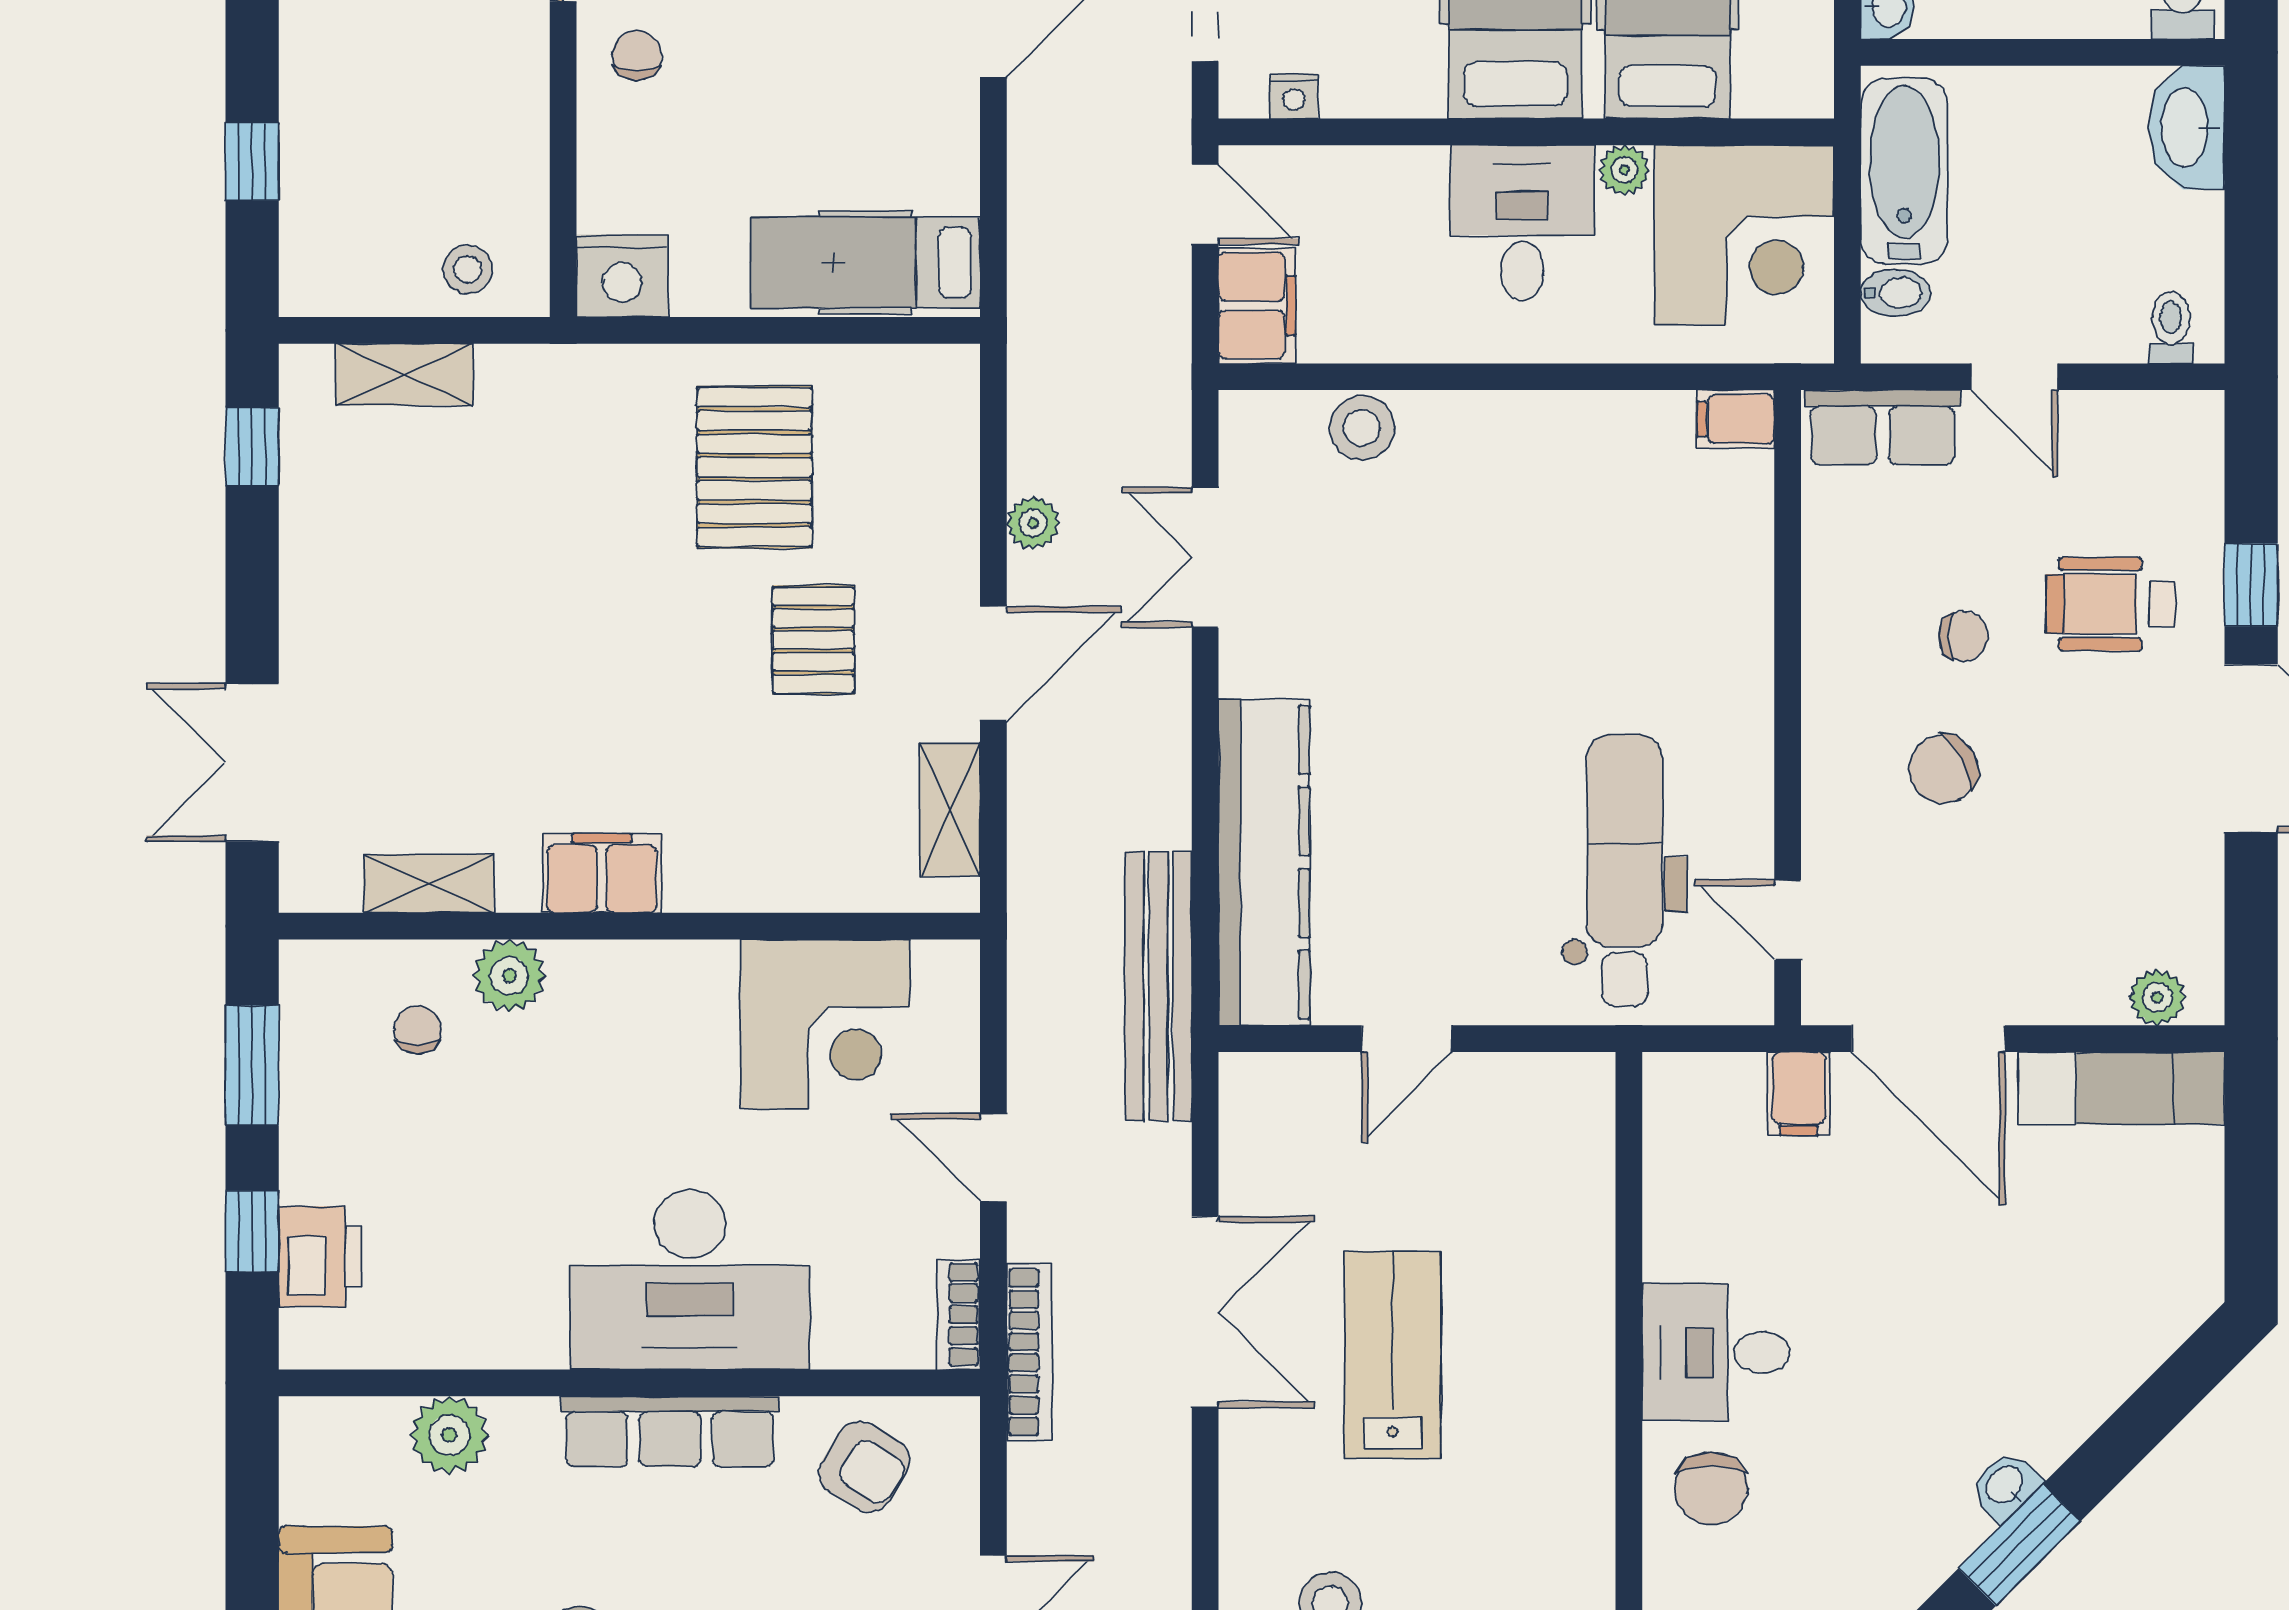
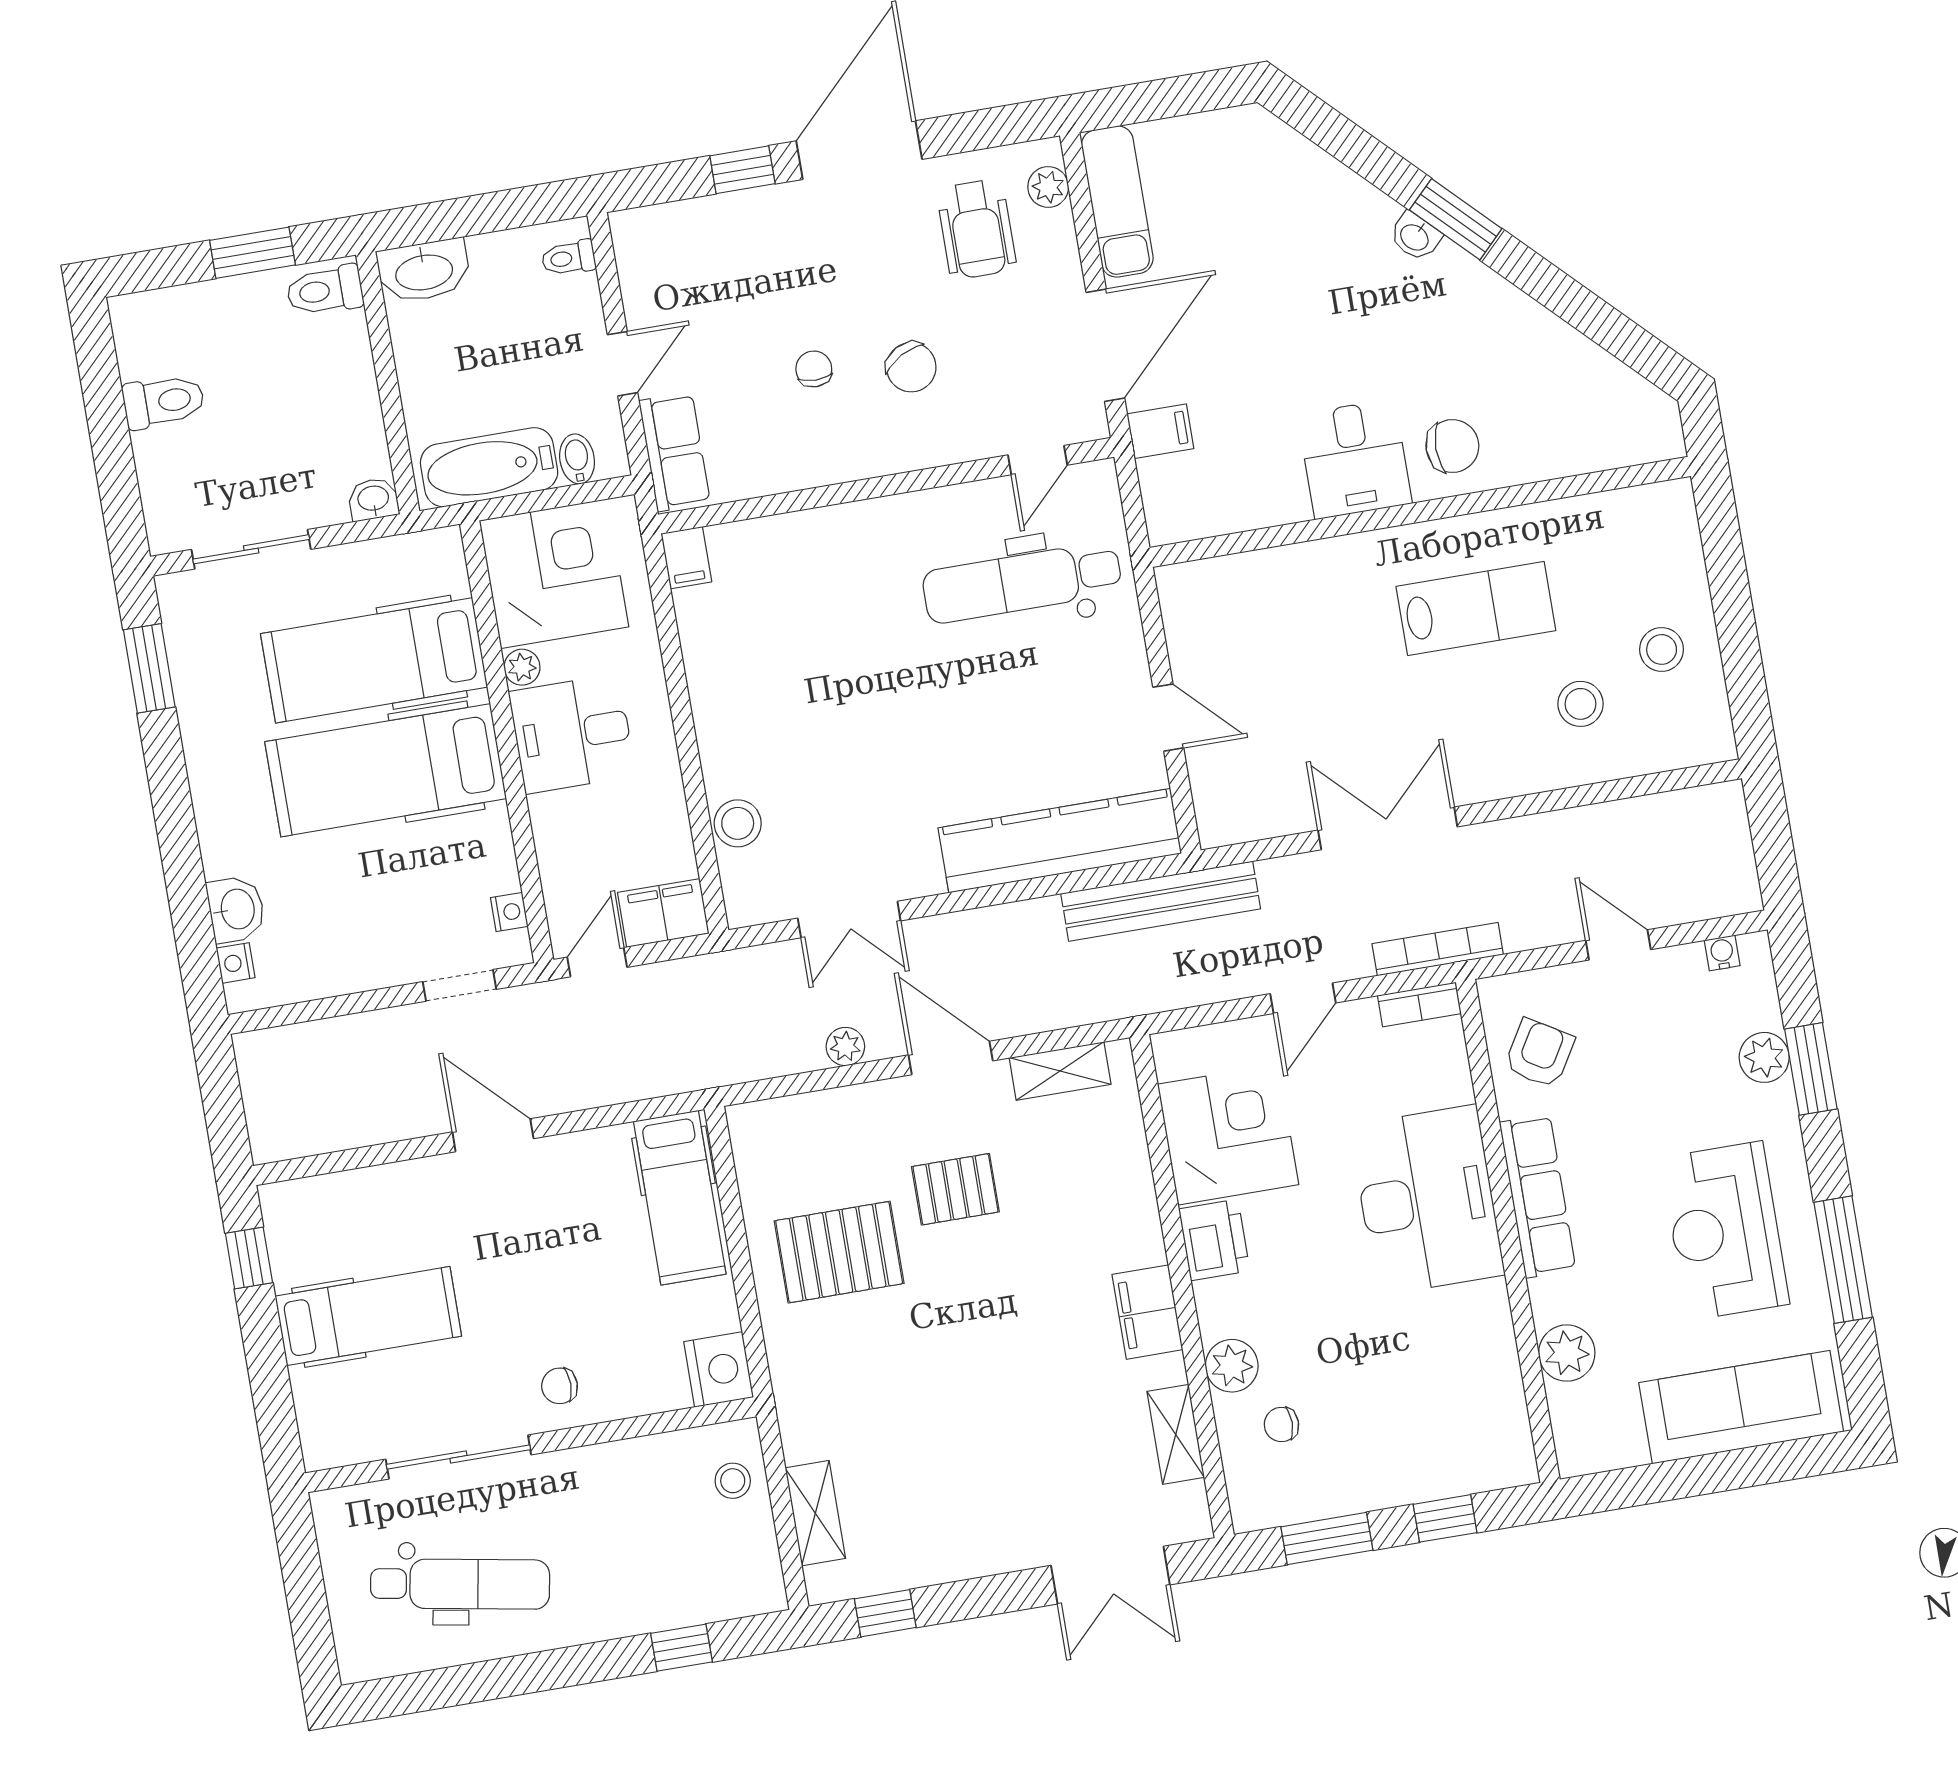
wheelchair: (2111, 604) -> (976, 229), moved
printer: (320, 1257) -> (1214, 1240), moved, turned 90
lab bench: (1393, 1355) -> (1476, 608), moved, turned 180

